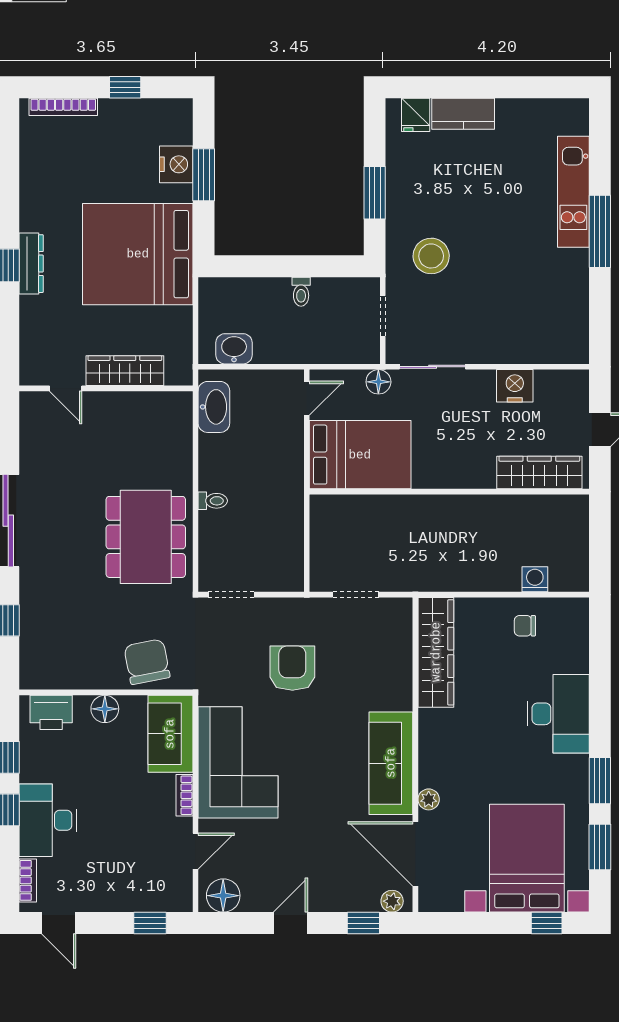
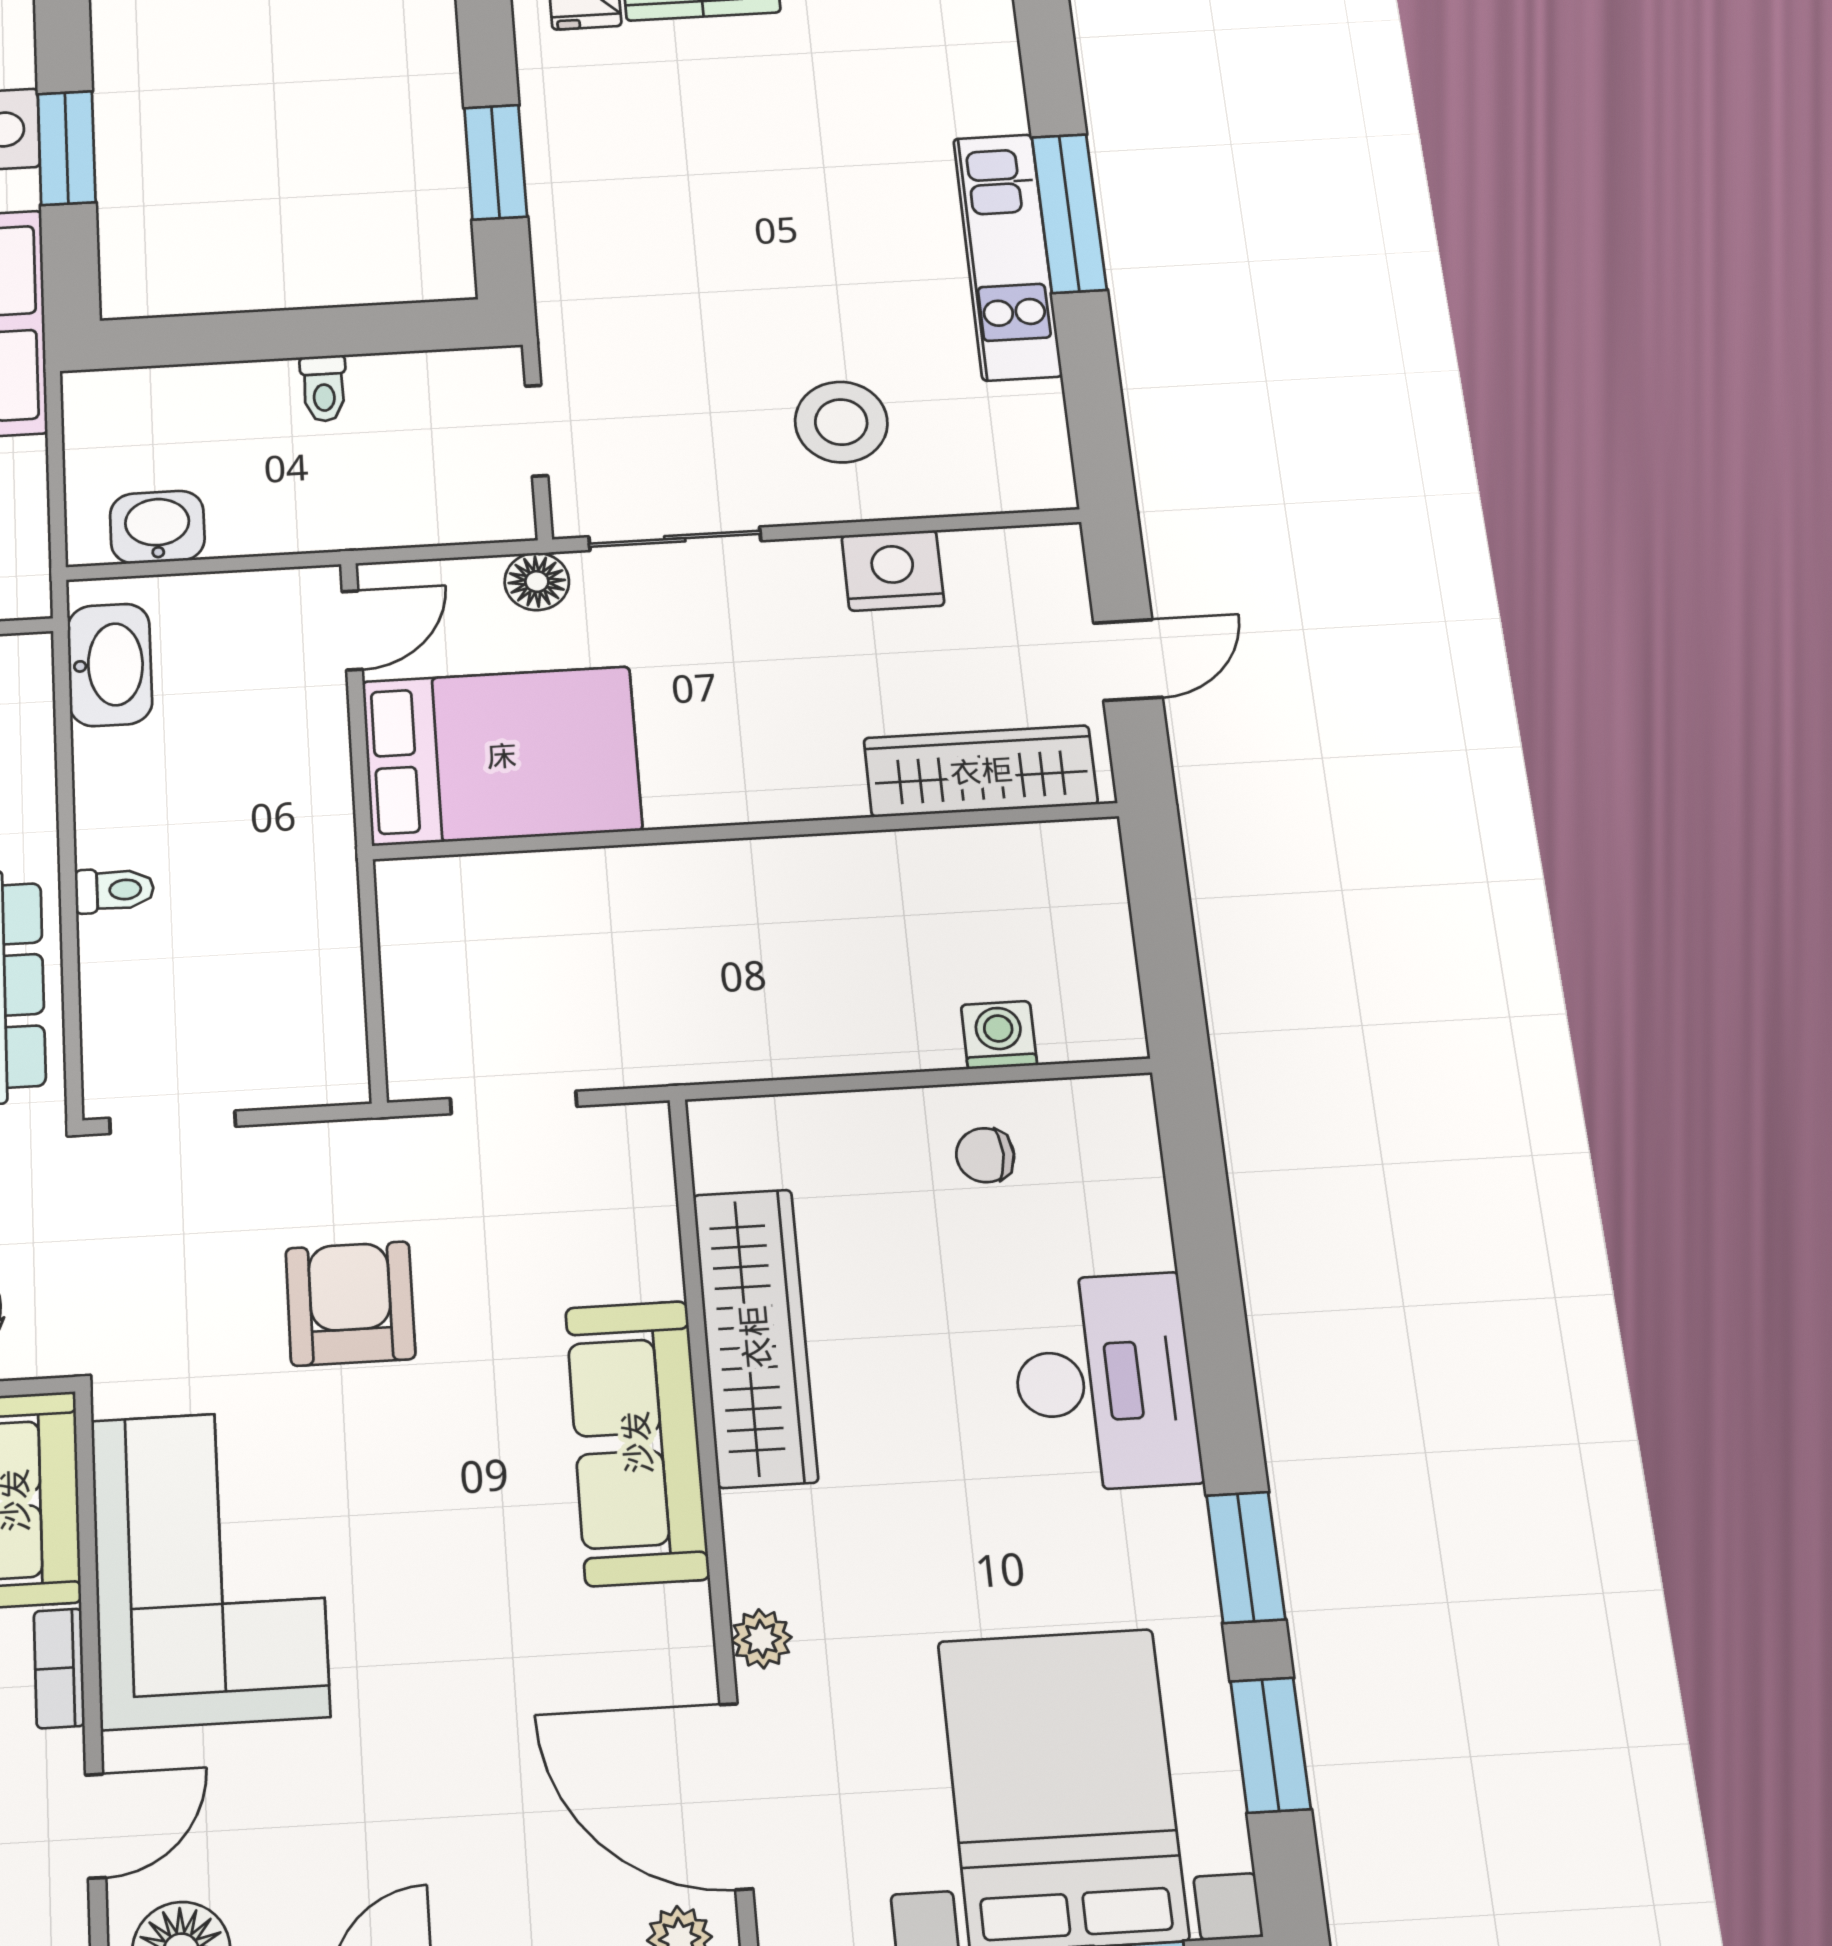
kitchen unit: (573, 192) -> (1007, 256), moved
stool: (431, 256) -> (841, 422), moved
wardrobe: (436, 652) -> (755, 1337), moved
sofa: (391, 763) -> (637, 1442), moved

